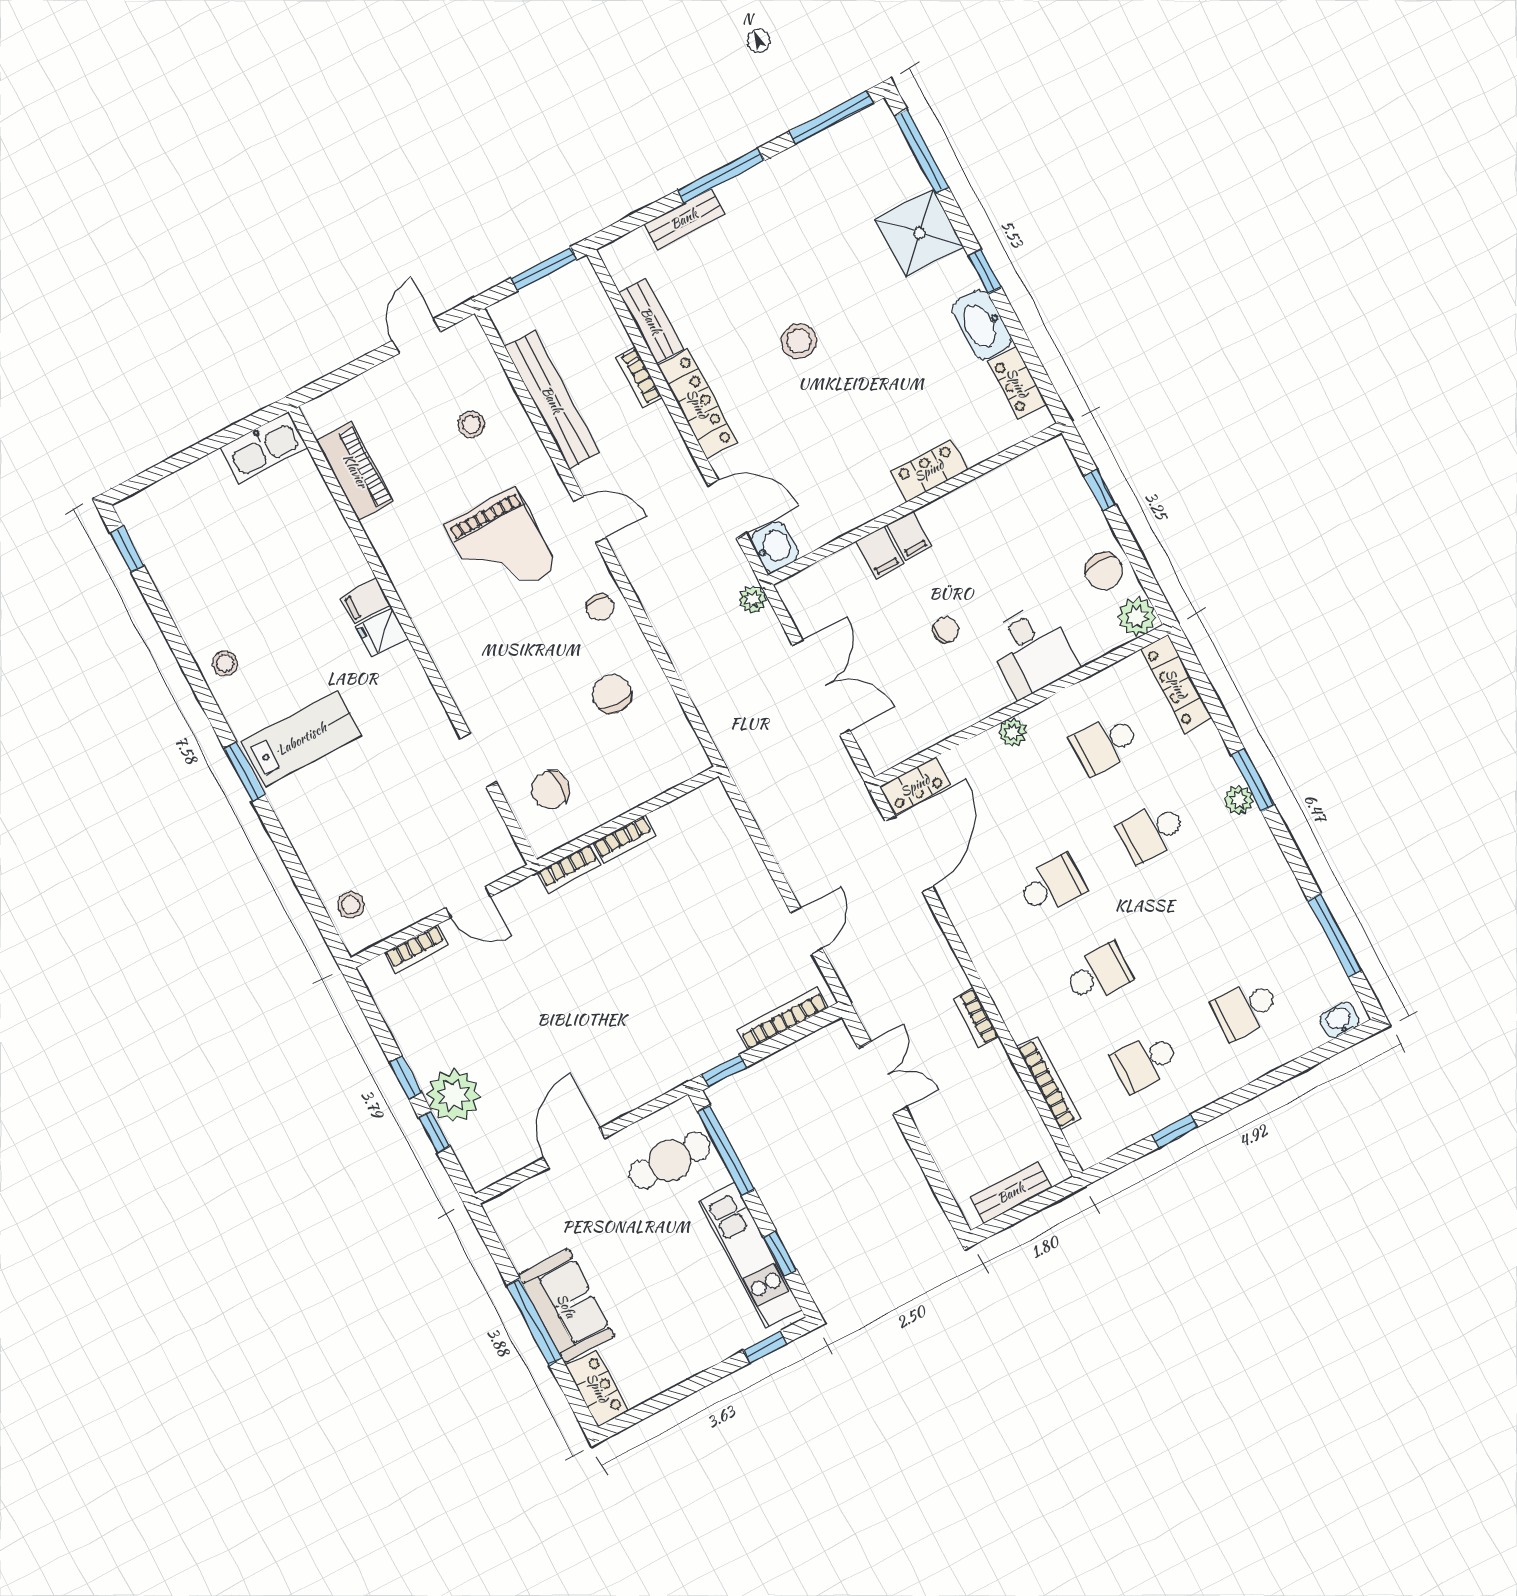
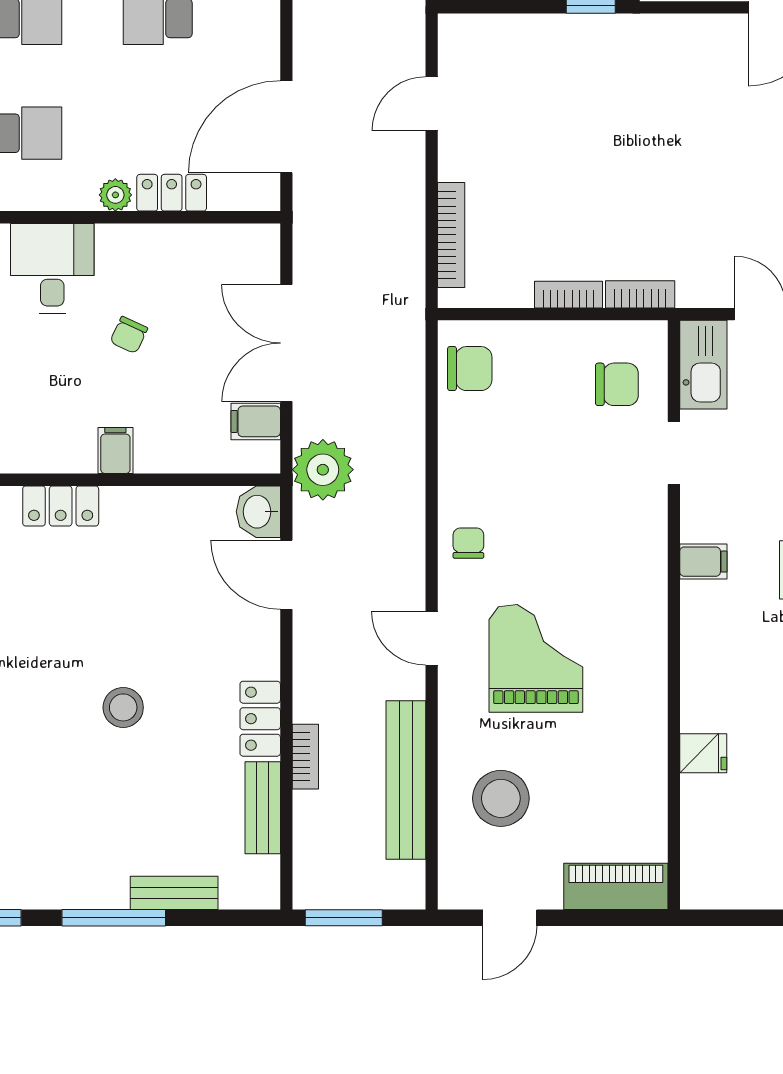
locker: (697, 404) -> (260, 719), width x0.66
stool: (471, 424) -> (501, 798), width x1.89, depth x1.89
kitchen sink: (264, 447) -> (703, 365), moved, turned 90
piano: (355, 471) -> (616, 886), moved, turned 90
filing cabinet: (880, 553) -> (256, 421), moved, turned -90
plant: (753, 599) -> (323, 470), width x1.87, depth x1.87
filing cabinet: (366, 601) -> (703, 562), moved
chair: (946, 630) -> (129, 335), turned -47
fridge: (382, 632) -> (703, 753), moved
chair: (612, 694) -> (470, 369), moved, turned -90
locker: (915, 786) -> (172, 193), moved
bookcase: (783, 1019) -> (451, 235), moved, turned -90

